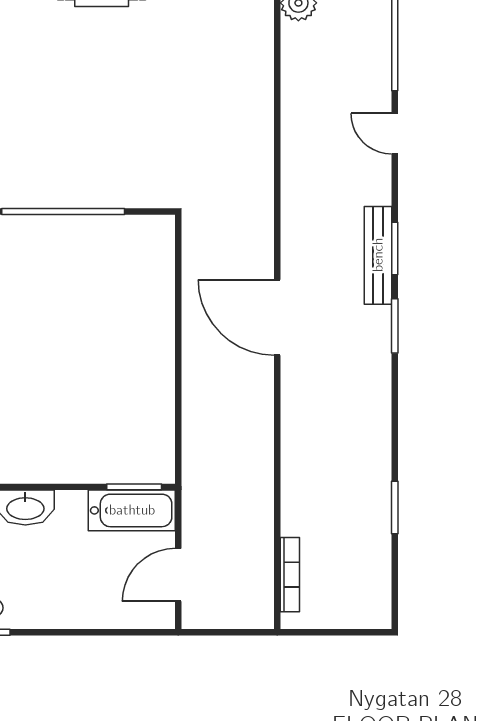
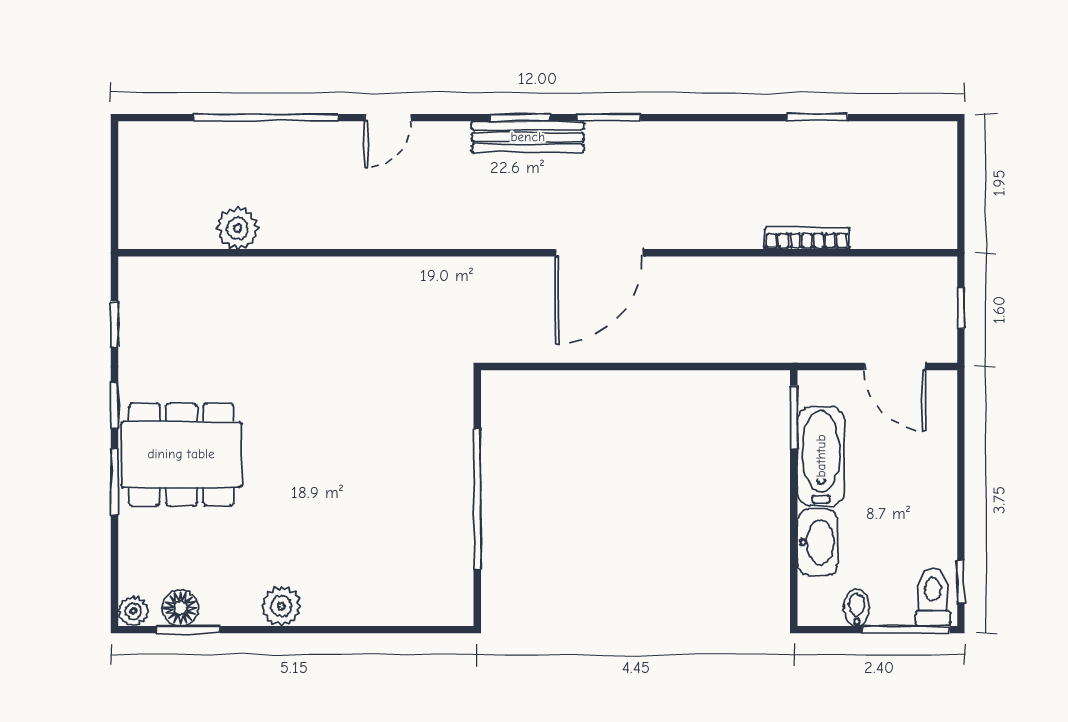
bathtub: (132, 510) -> (821, 456), moved
bookcase: (290, 575) -> (807, 238), moved
window: (229, 632) -> (961, 308), added

